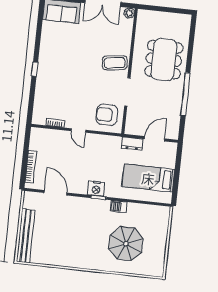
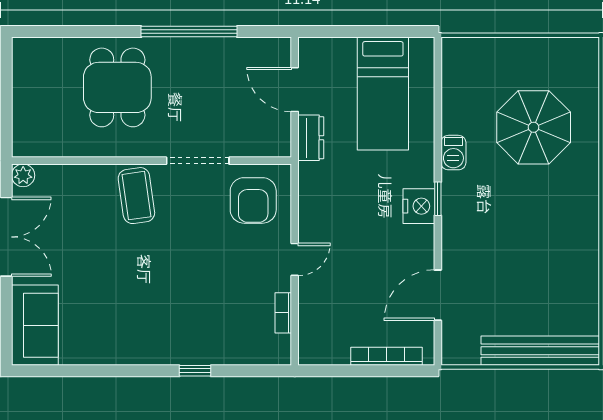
dining table: (164, 60) -> (117, 87), width x0.73
window: (35, 69) -> (195, 371), moved

